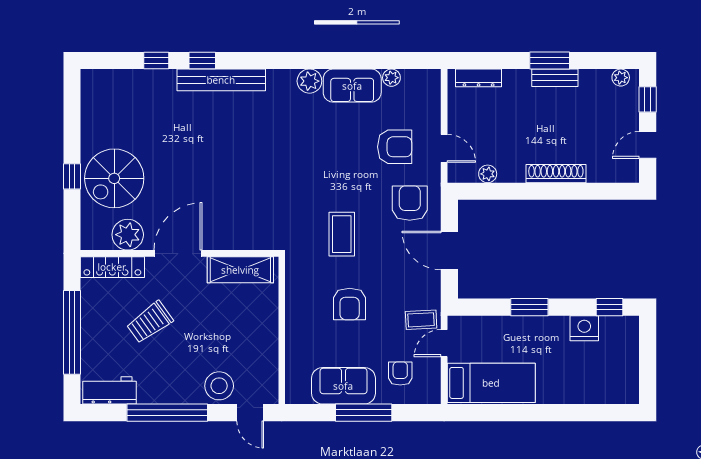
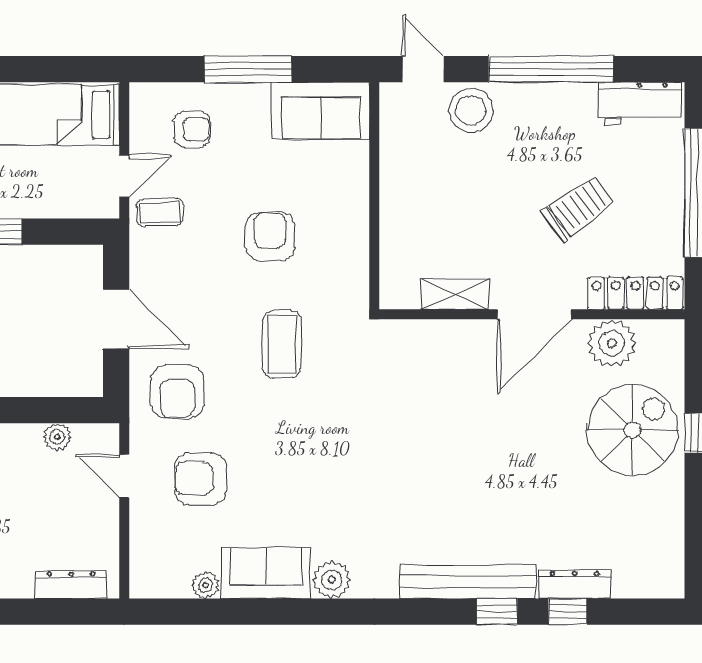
dresser: (152, 78) -> (574, 584), added
shelving: (240, 270) -> (455, 294), width x0.67, depth x0.75
armchair: (400, 374) -> (192, 129), turned -90
sofa: (343, 386) -> (321, 110), moved

